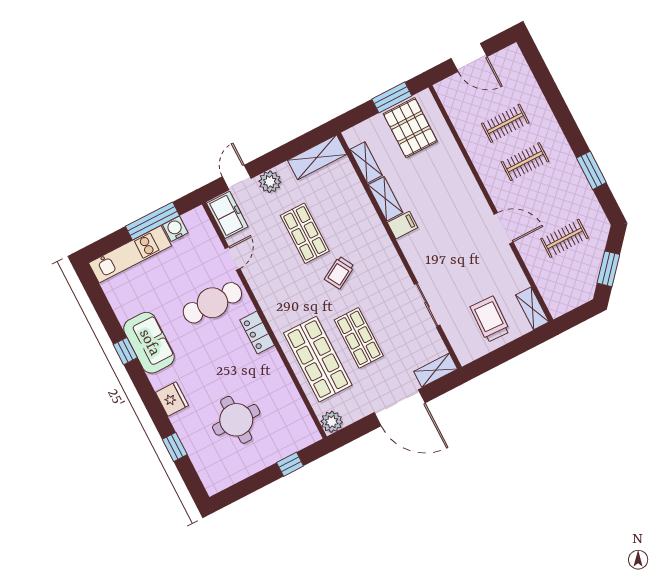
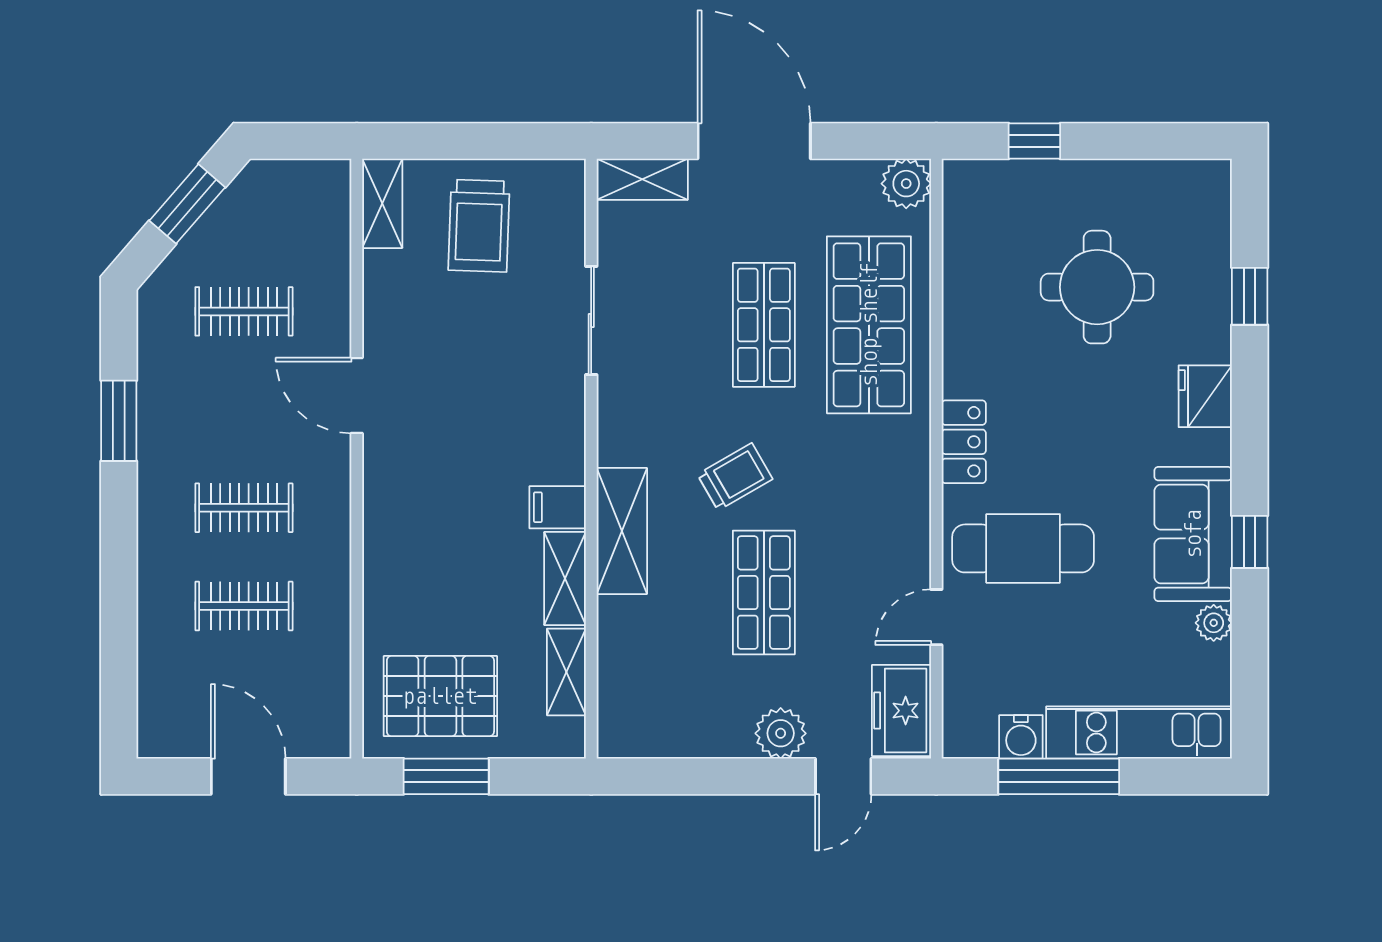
pallet: (410, 128) -> (440, 696), turned 90
shelving: (317, 157) -> (622, 531), moved, turned 90
plant: (123, 312) -> (1214, 623), added

